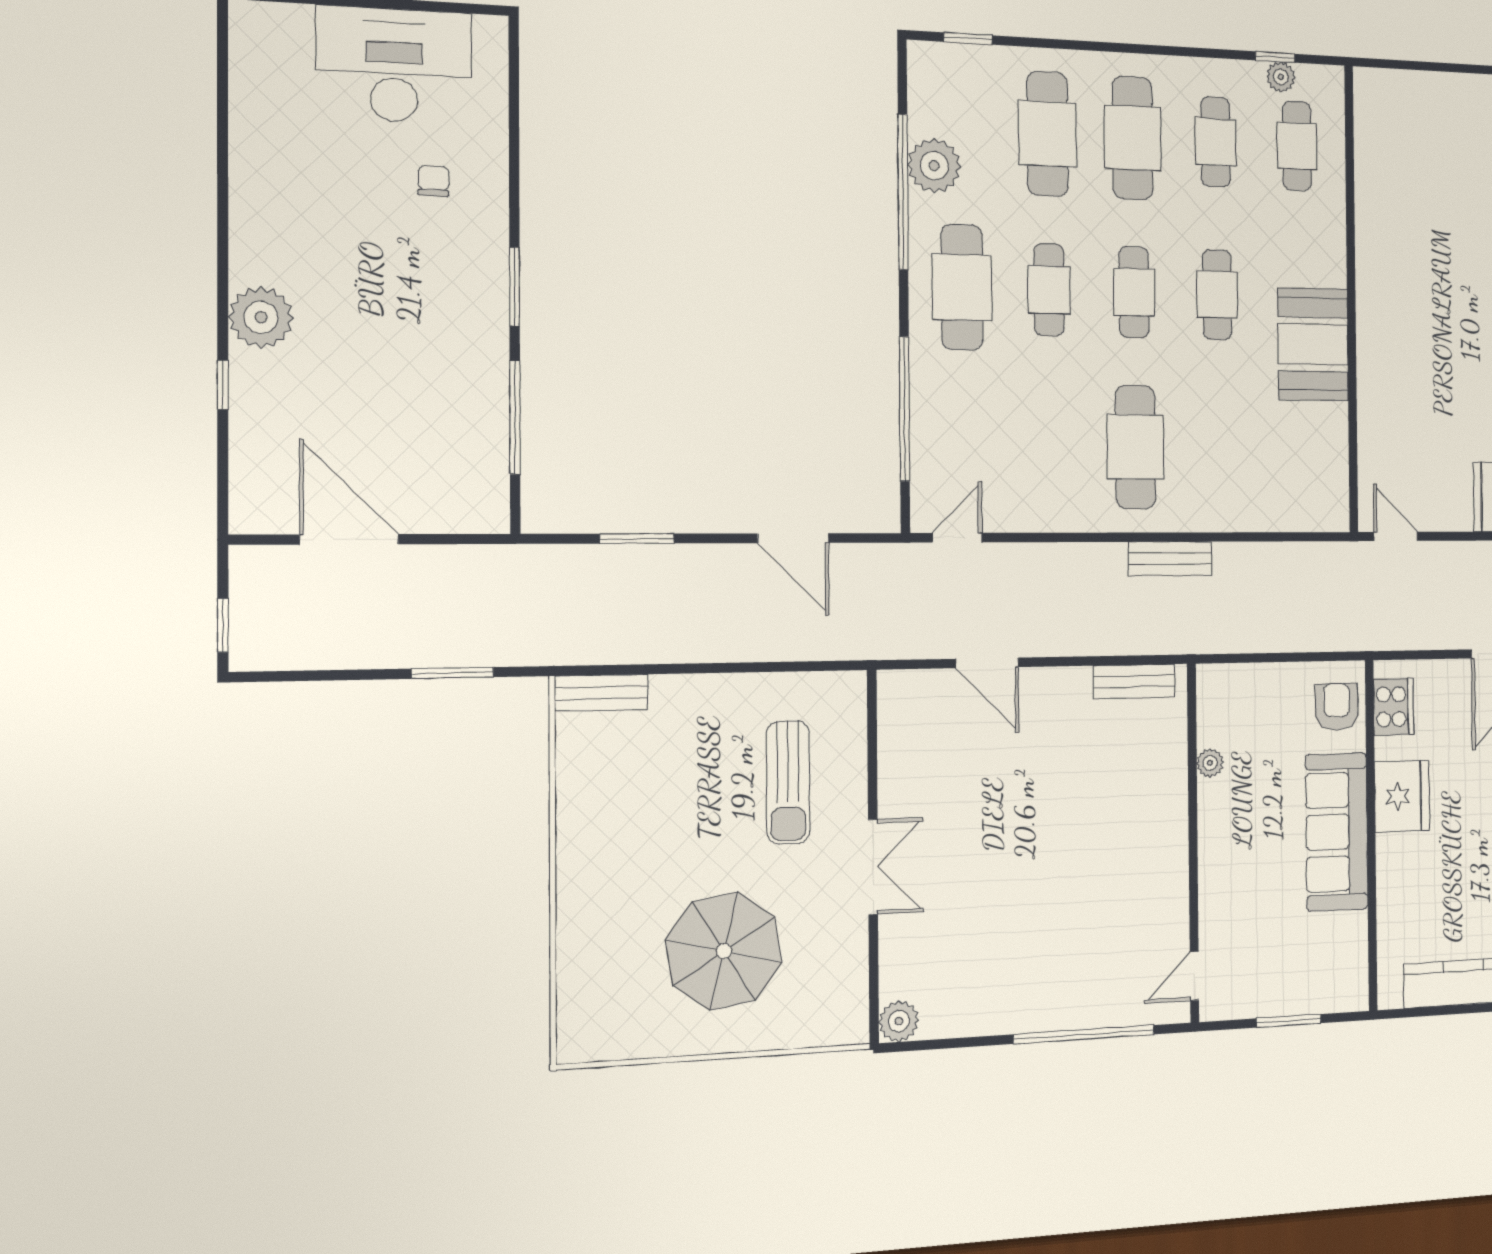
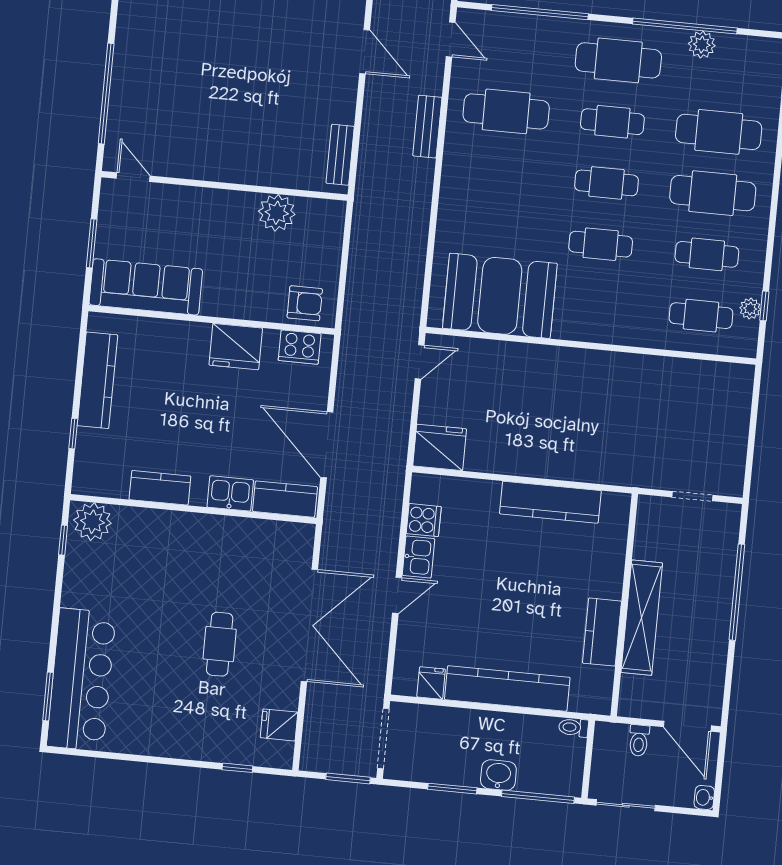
plant: (934, 166) -> (702, 45), width x0.73, depth x0.73
booth: (1313, 344) -> (500, 296), moved, width x1.36, depth x1.42
cafe table: (1135, 447) -> (506, 111), moved
bench: (1170, 559) -> (427, 127), moved
door: (987, 663) -> (365, 52), swing flipped
plant: (1210, 763) -> (277, 213), width x1.88, depth x1.88
sofa: (1337, 832) -> (146, 287), moved

